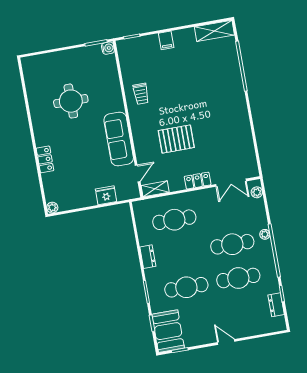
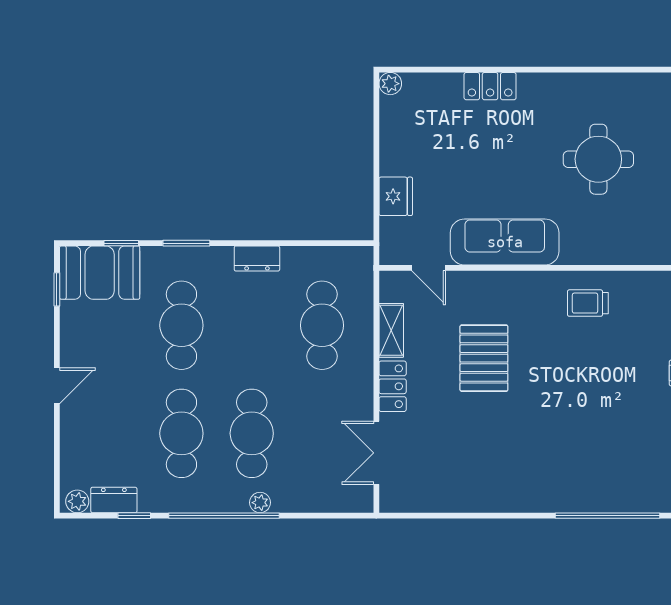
shelving: (155, 189) -> (391, 330), moved
plant: (257, 192) -> (77, 501), moved

